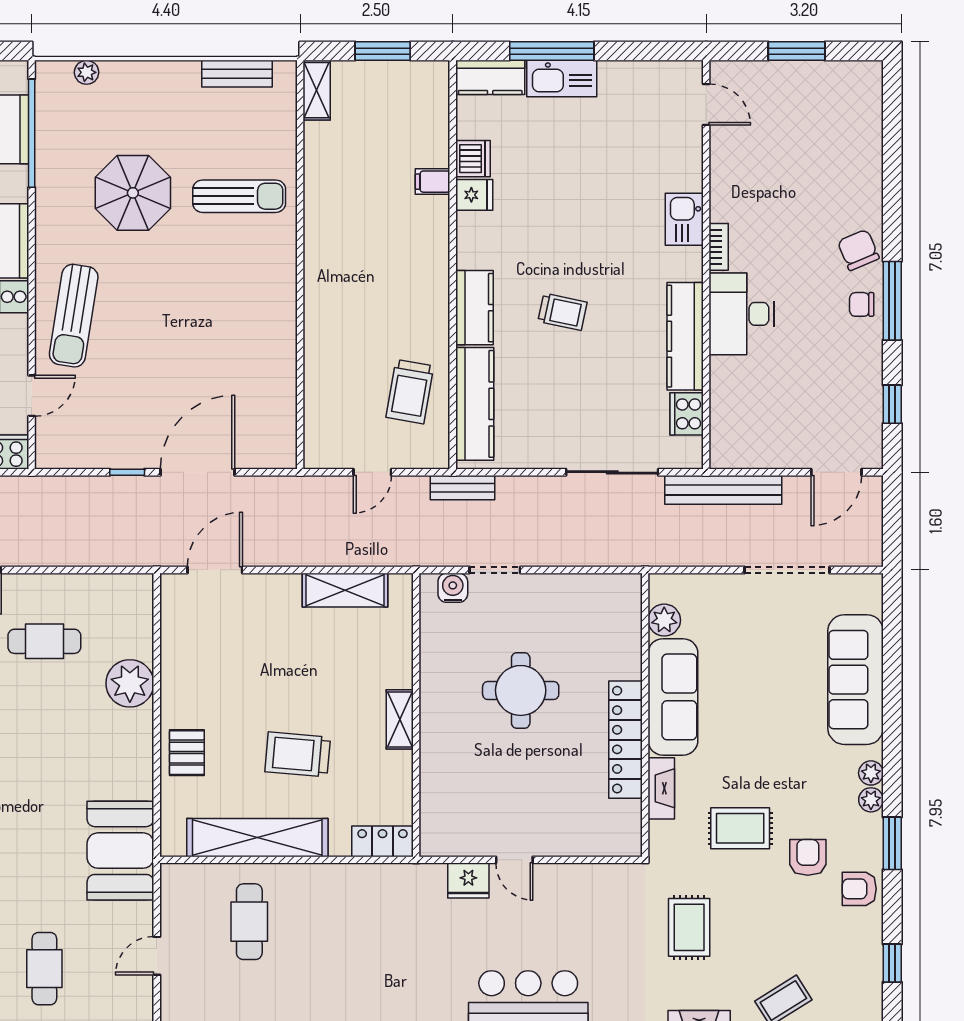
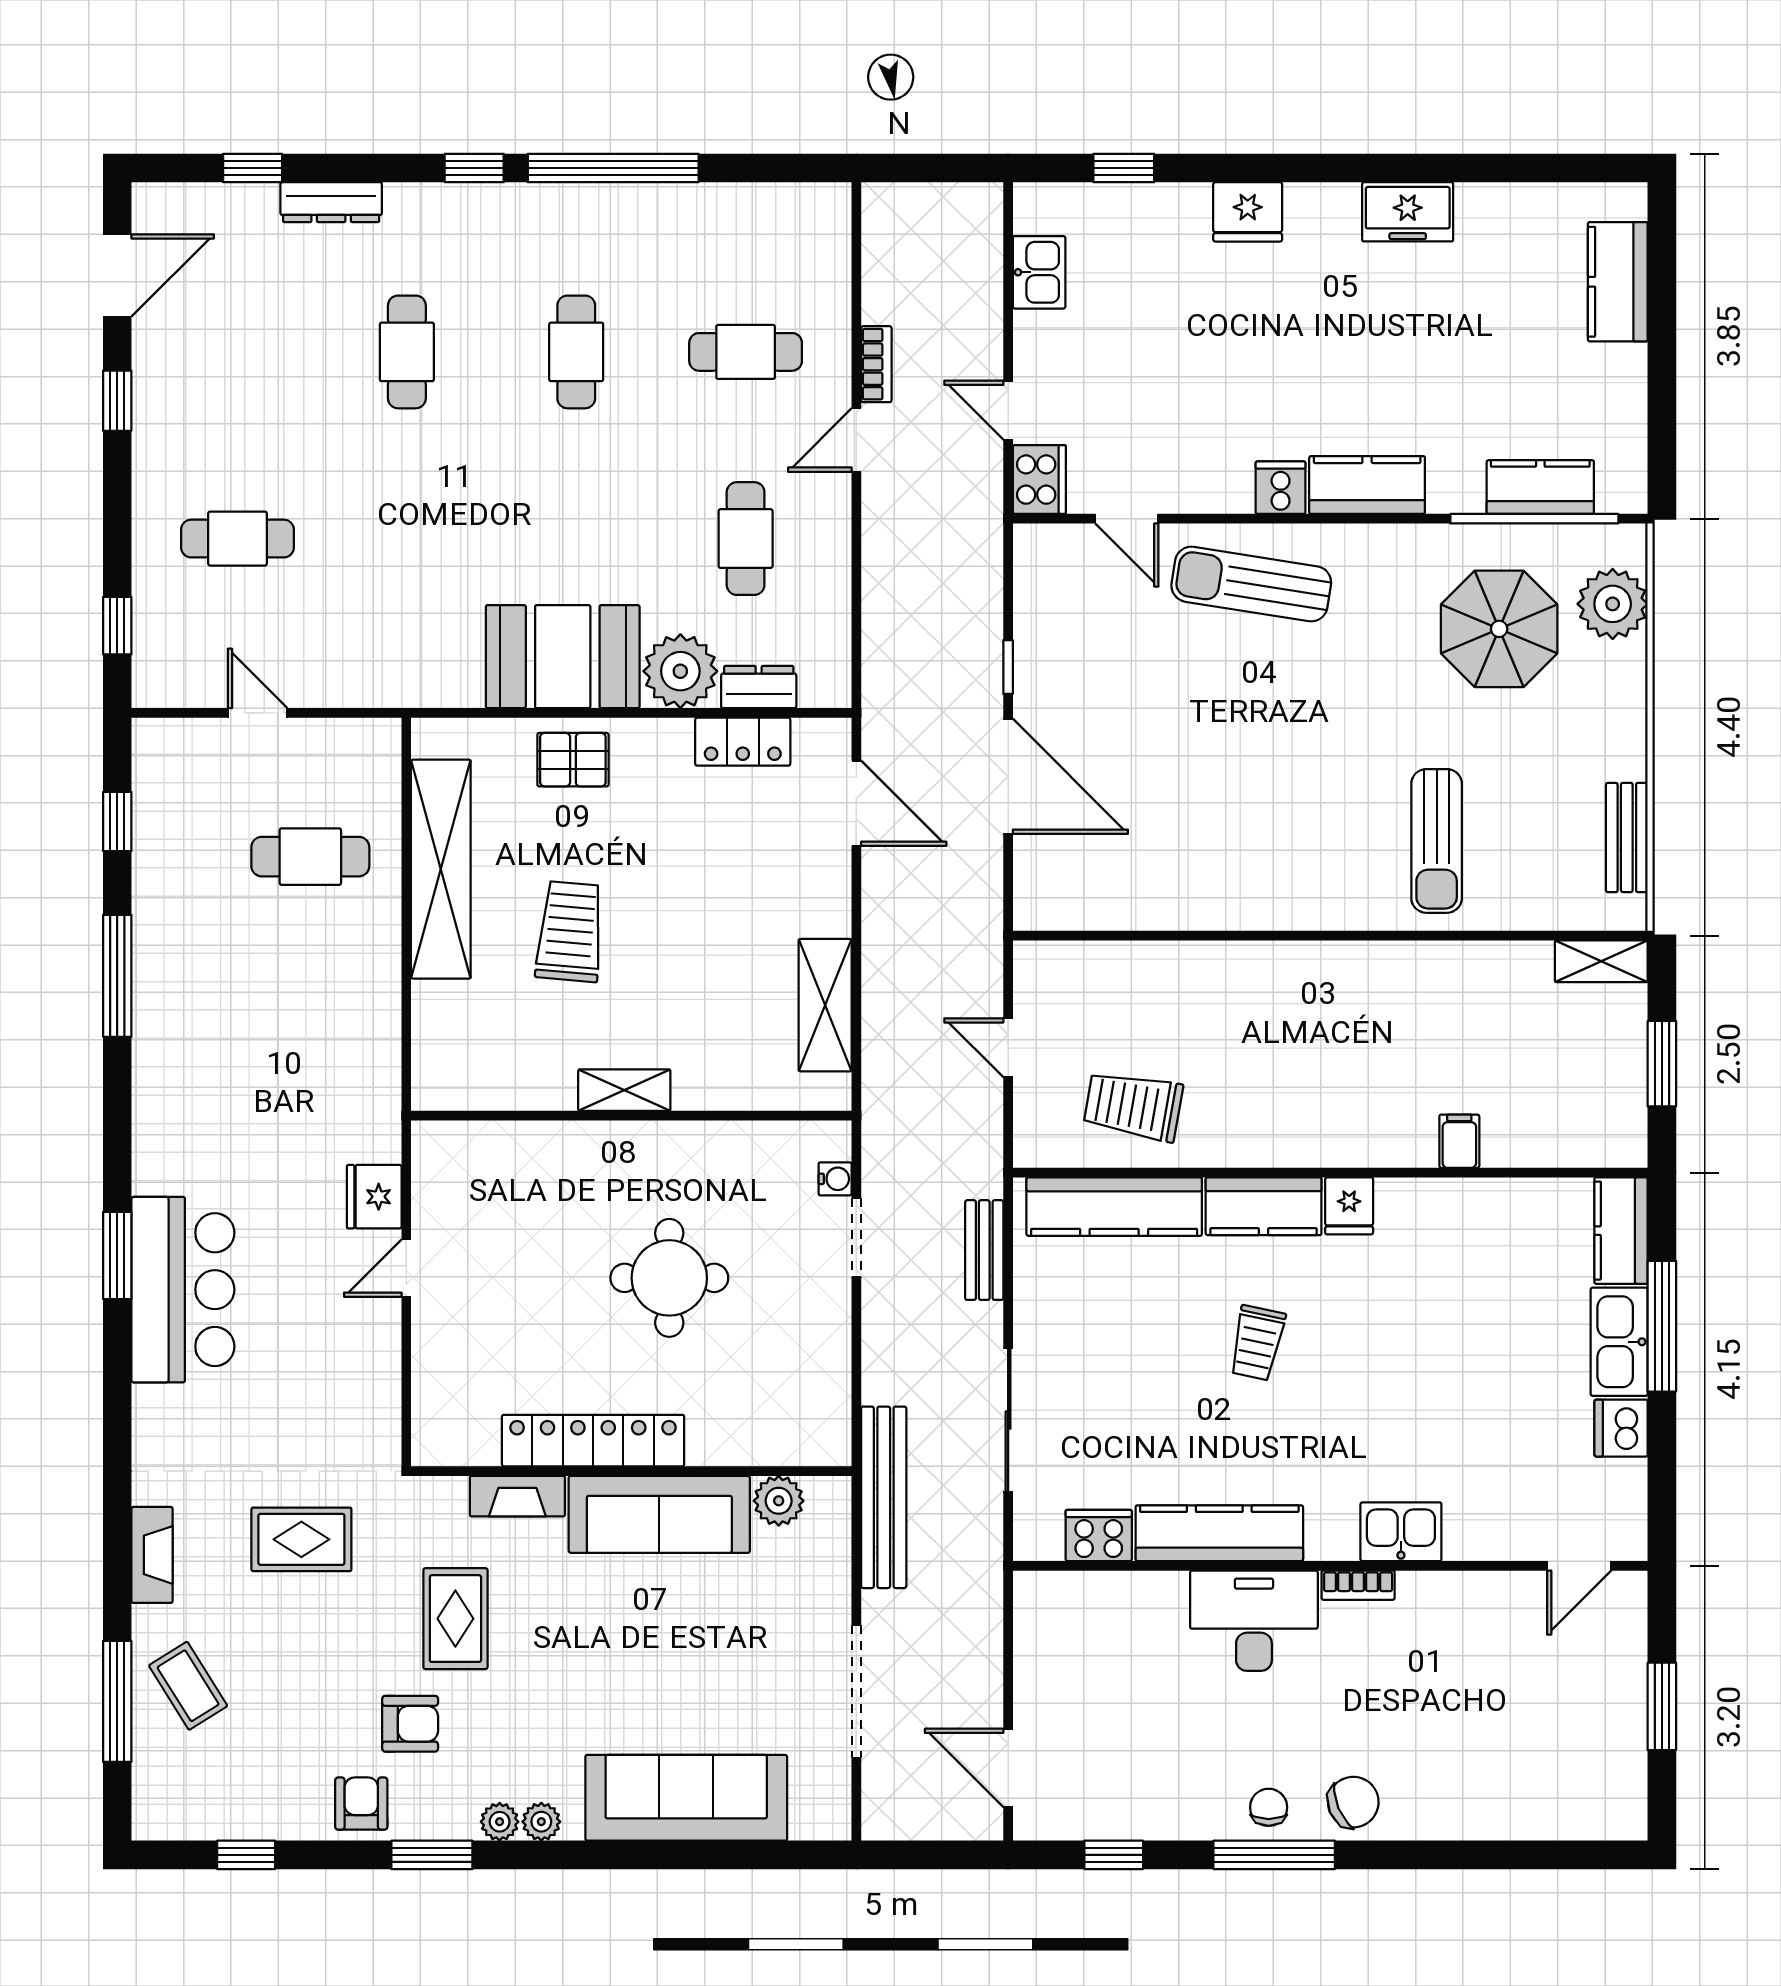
plant: (87, 72) -> (1613, 604), width x1.88, depth x1.88
dishwasher: (473, 159) -> (1621, 1428), moved, turned 90
parasol: (133, 193) -> (1499, 629), moved
fridge: (474, 195) -> (1349, 1206), moved
bench: (462, 488) -> (984, 1250), moved
bench: (723, 490) -> (884, 1497), moved
water cooler: (453, 588) -> (835, 1179), width x0.72, depth x0.72
dresser: (140, 633) -> (759, 687), added
locker: (383, 841) -> (743, 742), moved, turned 90
booth: (120, 851) -> (563, 657), moved

